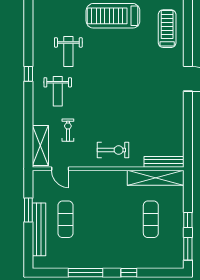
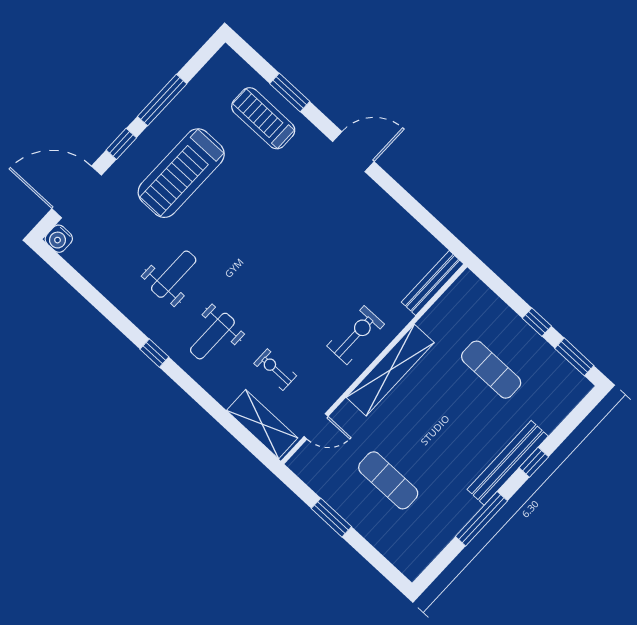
window: (188, 30) -> (290, 93), added
weight bench: (68, 52) -> (174, 274), turned -90
weight bench: (58, 91) -> (212, 336), turned 90
shelving: (156, 178) -> (390, 370), moved
bench: (39, 229) -> (508, 463), moved, turned 90

